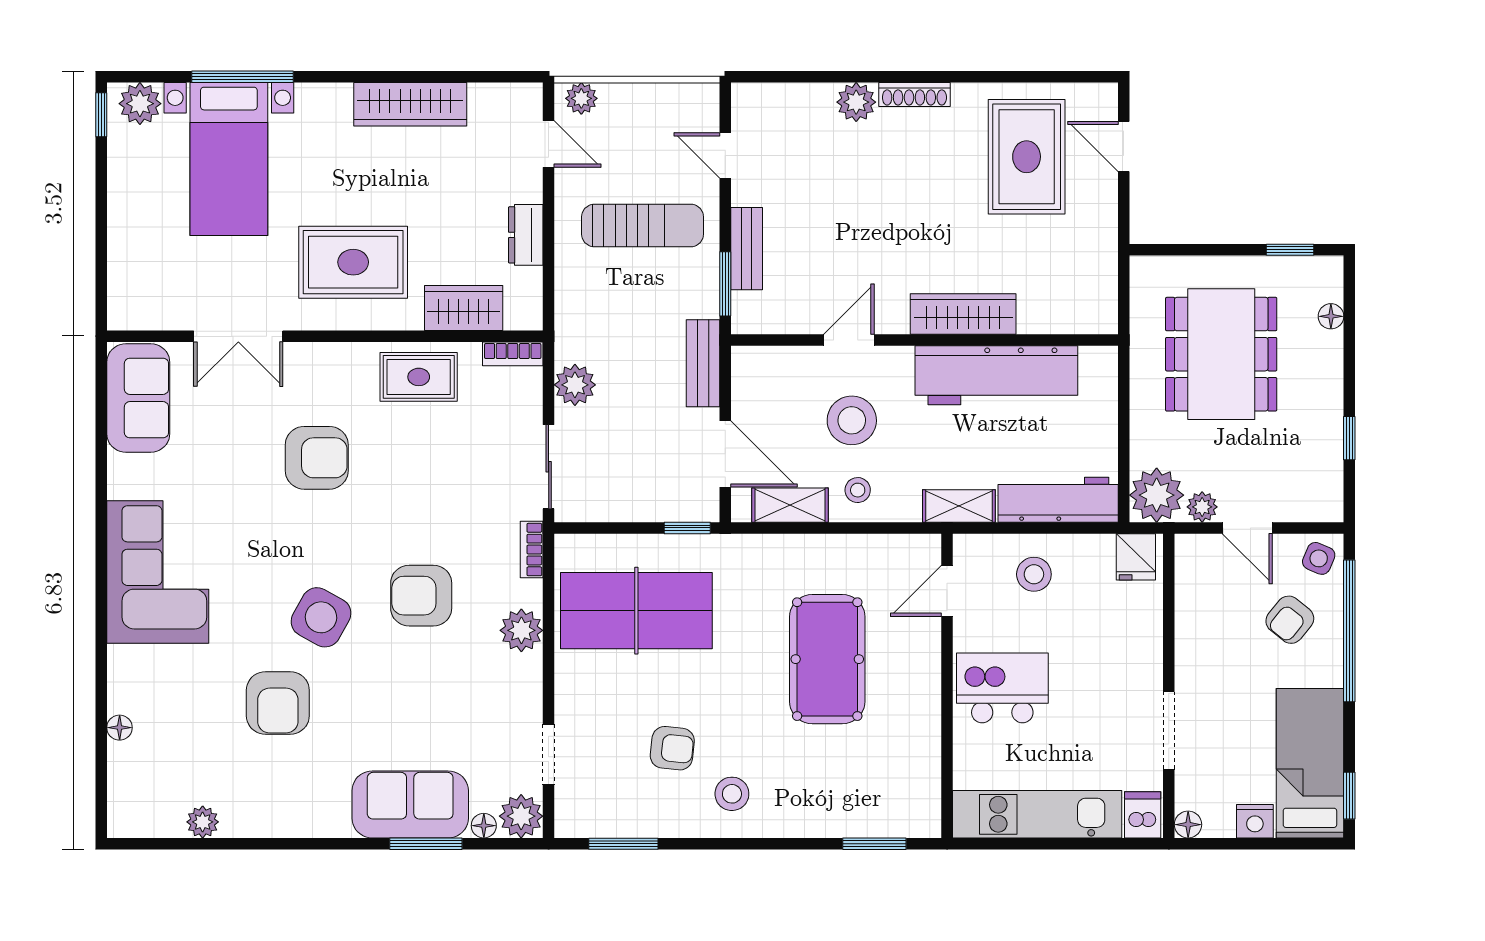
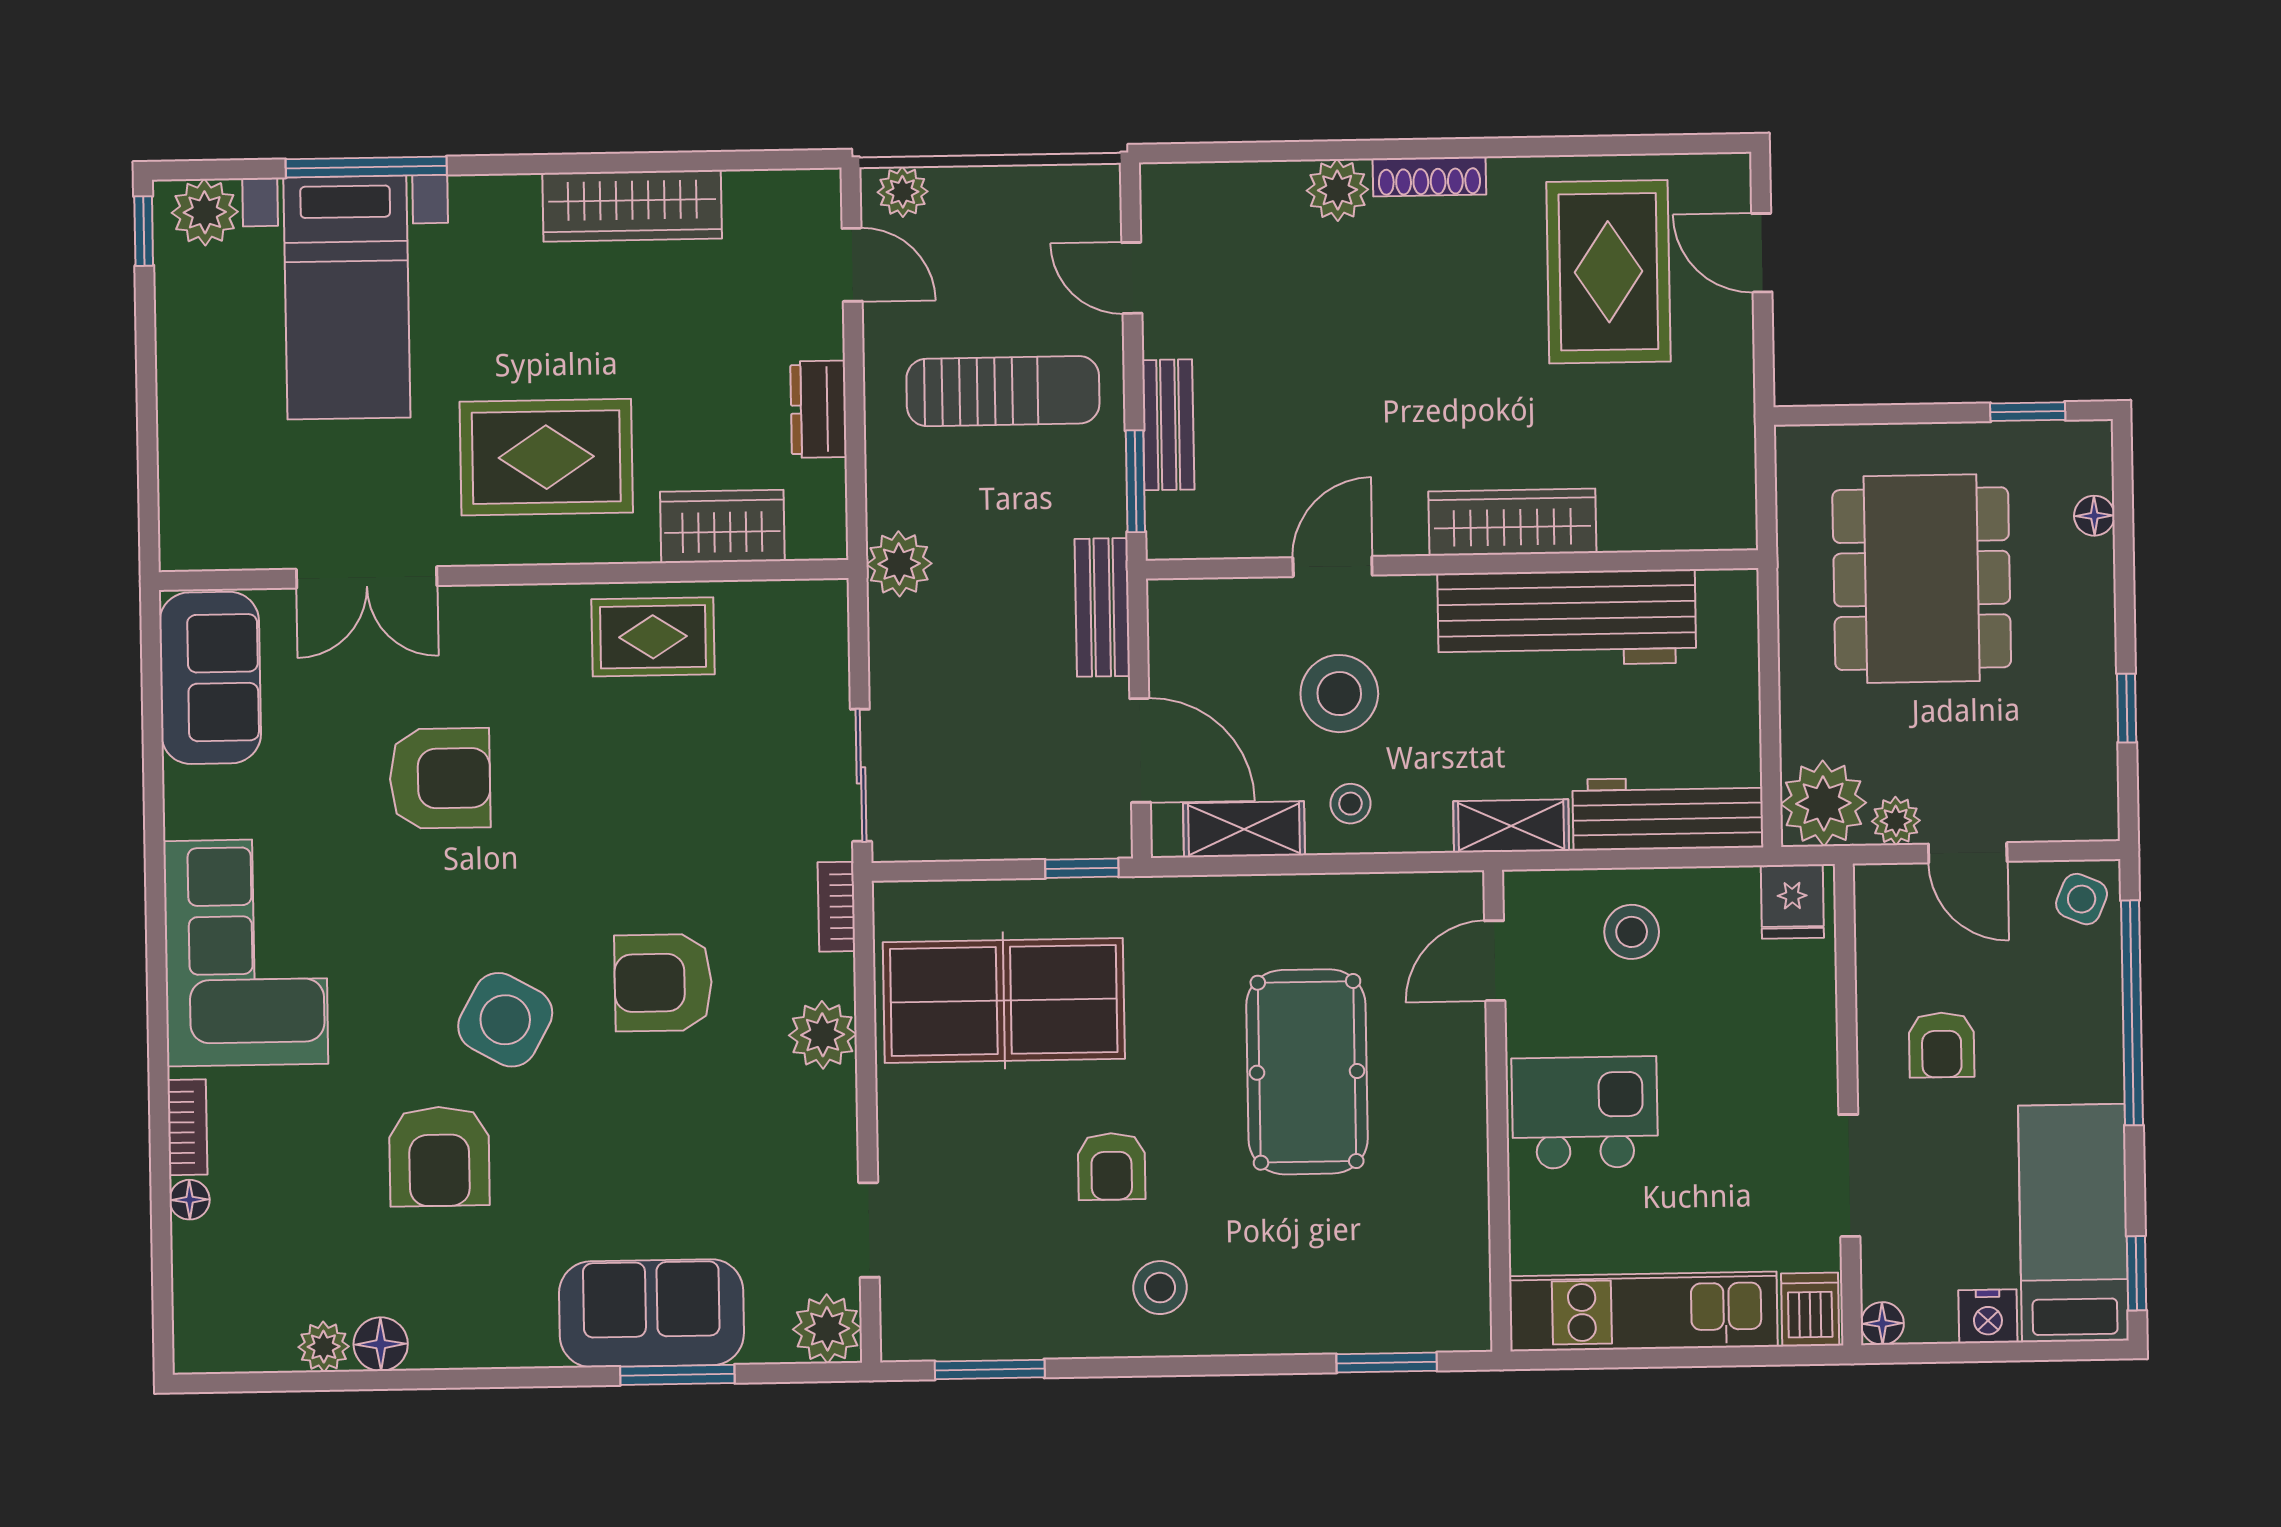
bookcase: (513, 354) -> (187, 1127), moved, turned -90
plant: (575, 385) -> (899, 564), moved
armchair: (317, 458) -> (440, 778), moved
armchair: (1290, 620) -> (1942, 1045), moved, turned -39
armchair: (672, 748) -> (1112, 1166), moved, turned 84
floor lamp: (484, 826) -> (381, 1344), moved, width x1.37, depth x1.37

